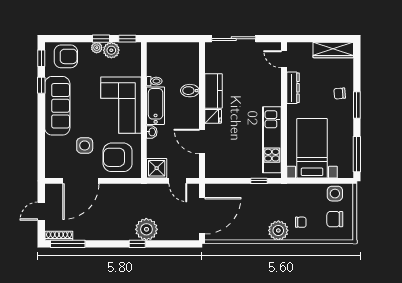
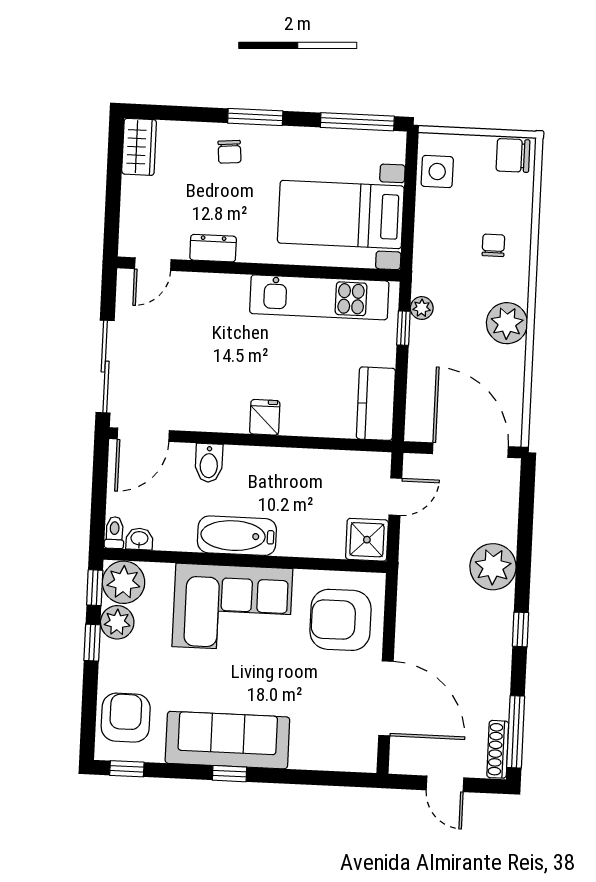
plant: (97, 48) -> (124, 582), moved, width x1.88, depth x1.88
wardrobe: (333, 50) -> (139, 147), width x0.67
toilet: (154, 81) -> (114, 533), moved
window: (41, 85) -> (229, 774), moved
dresser: (293, 88) -> (213, 248), width x0.70
kitchen counter: (213, 91) -> (376, 404), moved, turned -90
washbasin: (152, 132) -> (139, 539), moved
door: (202, 142) -> (143, 435), moved
side table: (85, 145) -> (313, 687), removed
armchair: (118, 157) -> (340, 620), turned 90
plant: (269, 189) -> (422, 308), added
chair: (335, 219) -> (513, 155), moved, turned 90
plant: (278, 230) -> (507, 323), moved
window: (137, 244) -> (520, 629), moved

